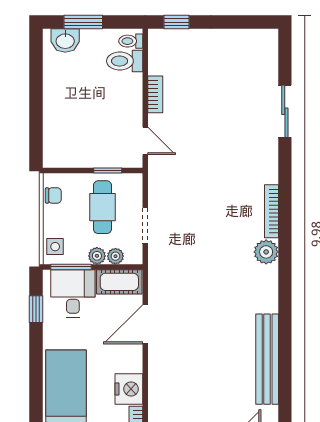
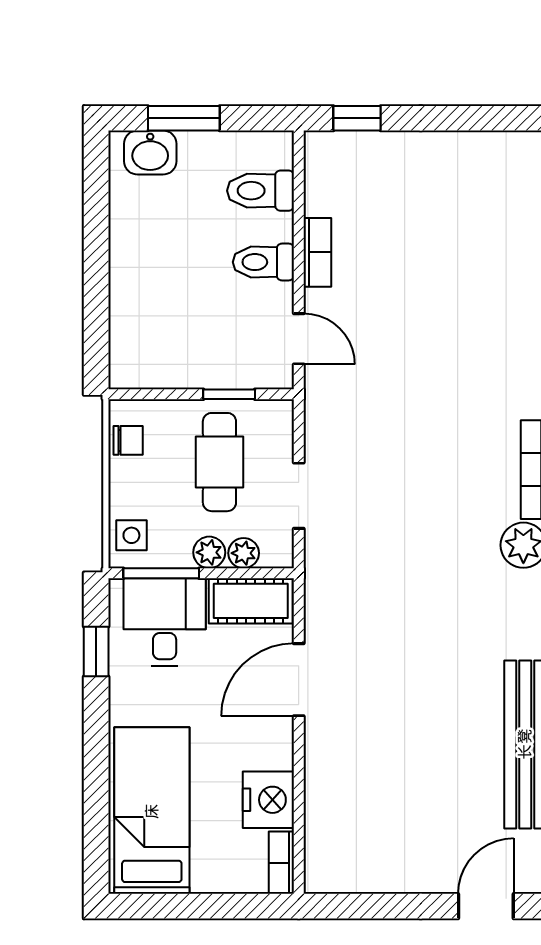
toilet: (131, 41) -> (263, 262), moved, width x1.37, depth x1.39

